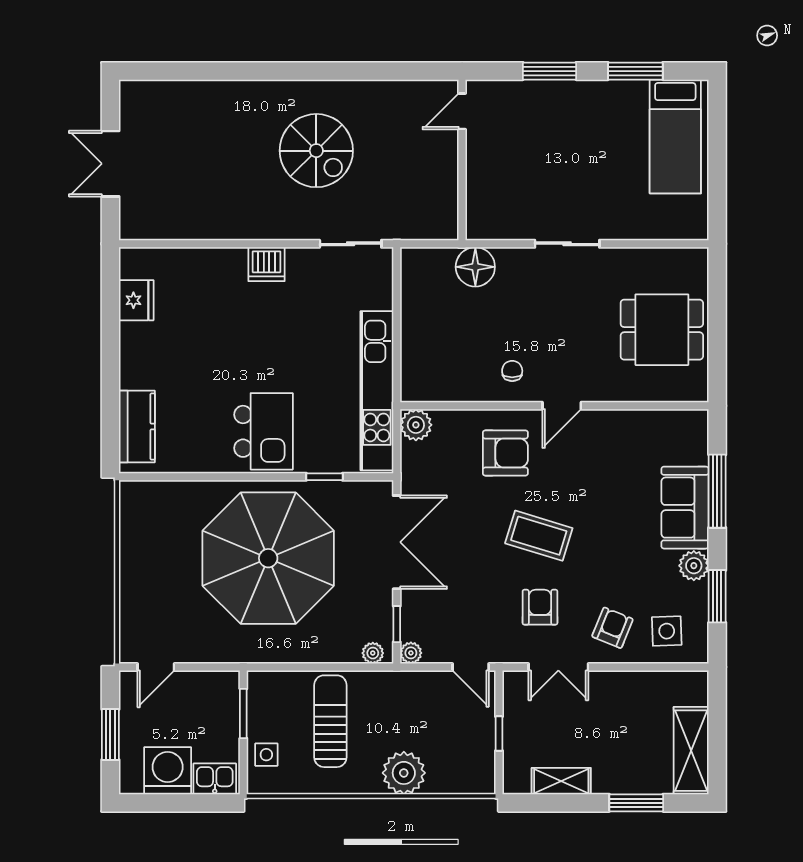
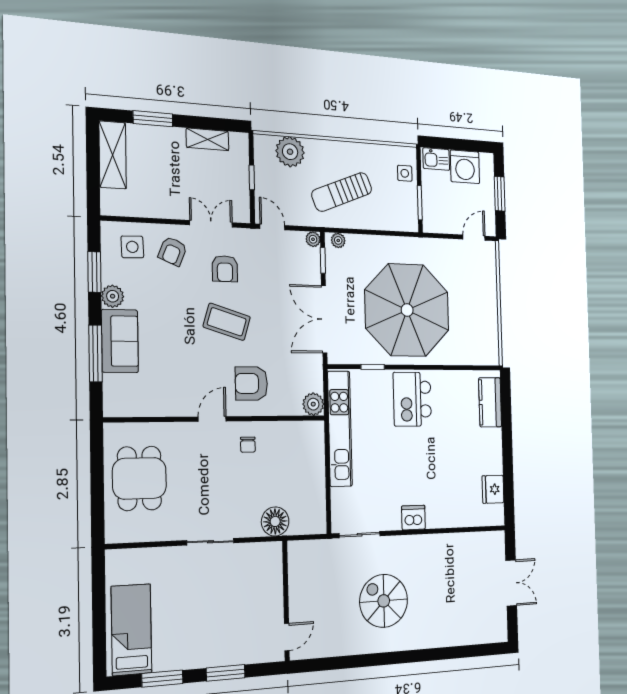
dining table: (662, 330) -> (139, 478), turned 90
sun lounger: (330, 721) -> (342, 192), moved, turned 68
plant: (404, 773) -> (290, 152), moved

